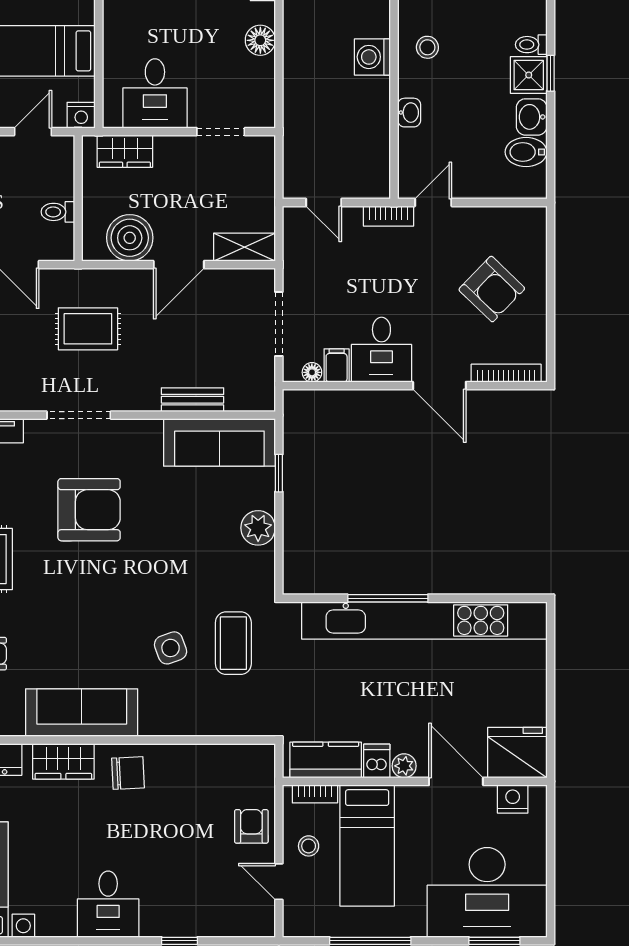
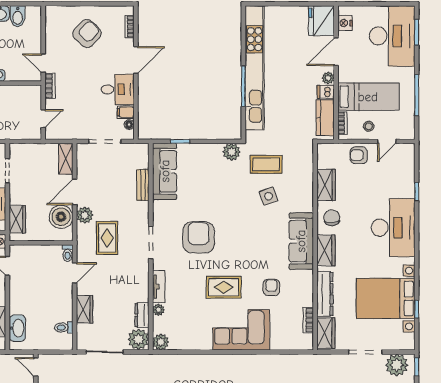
toilet: (58, 212) -> (68, 253), moved
door: (179, 265) -> (75, 192), swing flipped
plant: (133, 285) -> (85, 215), added
bookcase: (506, 373) -> (129, 26), width x0.64
plant: (258, 528) -> (231, 152), moved
wardrobe: (193, 762) -> (326, 185), added
desk: (108, 904) -> (393, 228), width x1.87, depth x1.30

